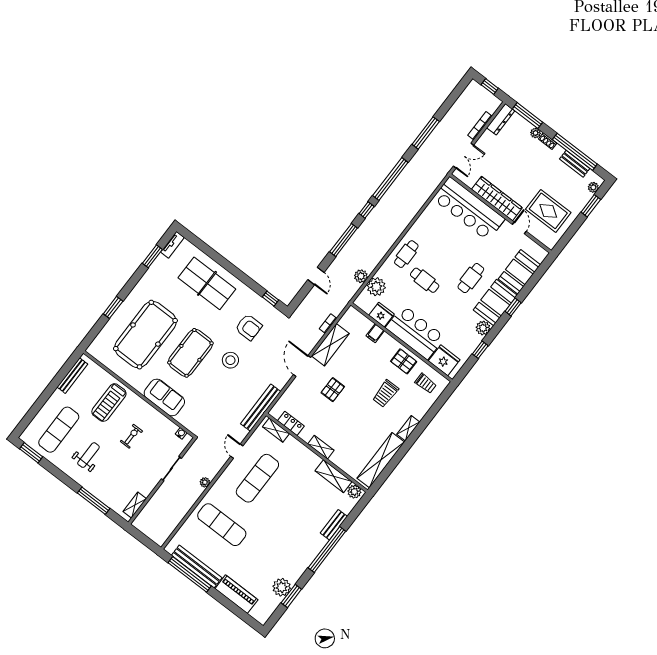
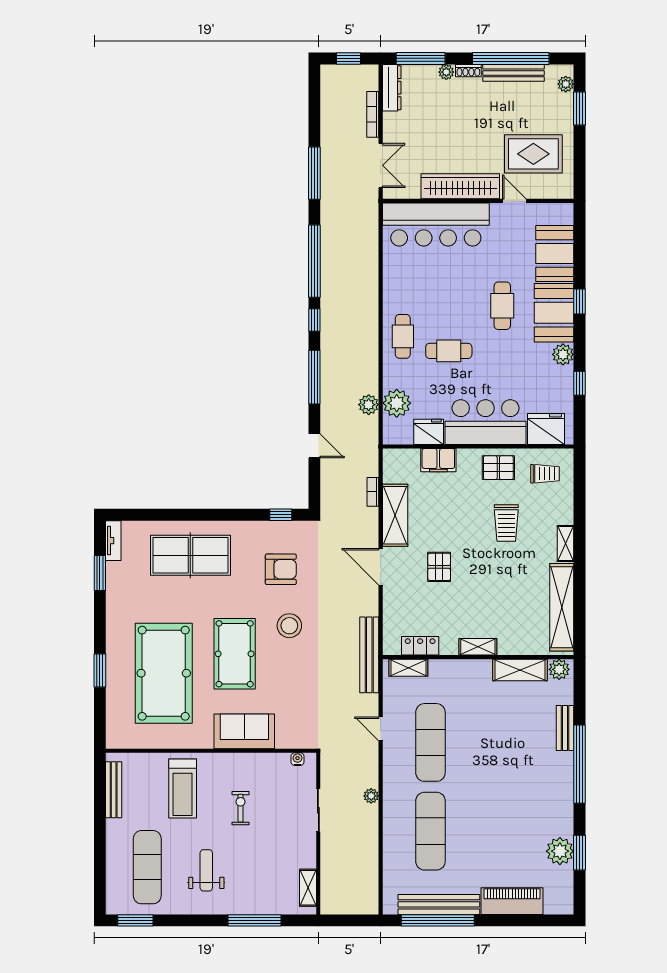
bench: (575, 164) -> (513, 73), width x1.36
filing cabinet: (375, 333) -> (438, 460), width x2.00
exercise mat: (222, 525) -> (430, 831), turned 90

